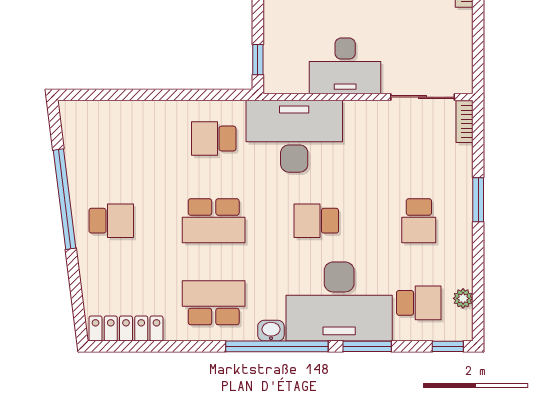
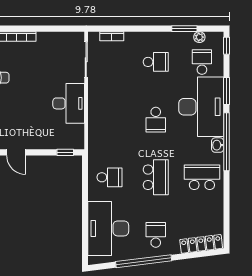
bookcase: (465, 122) -> (112, 36), moved
desk: (294, 136) -> (108, 228), moved
school desk: (214, 139) -> (110, 177), turned -90
window: (478, 200) -> (184, 29), moved
school desk: (214, 303) -> (202, 177), turned 90
locker: (126, 329) -> (201, 244), moved, turned 83

